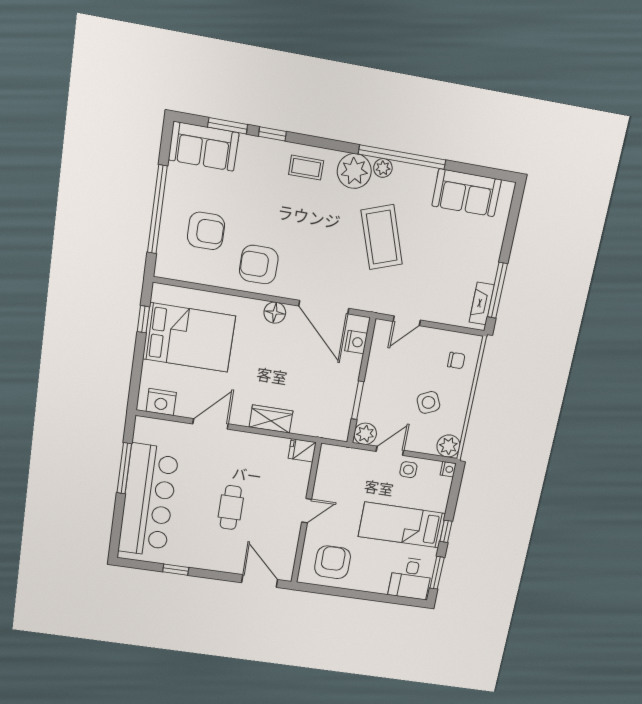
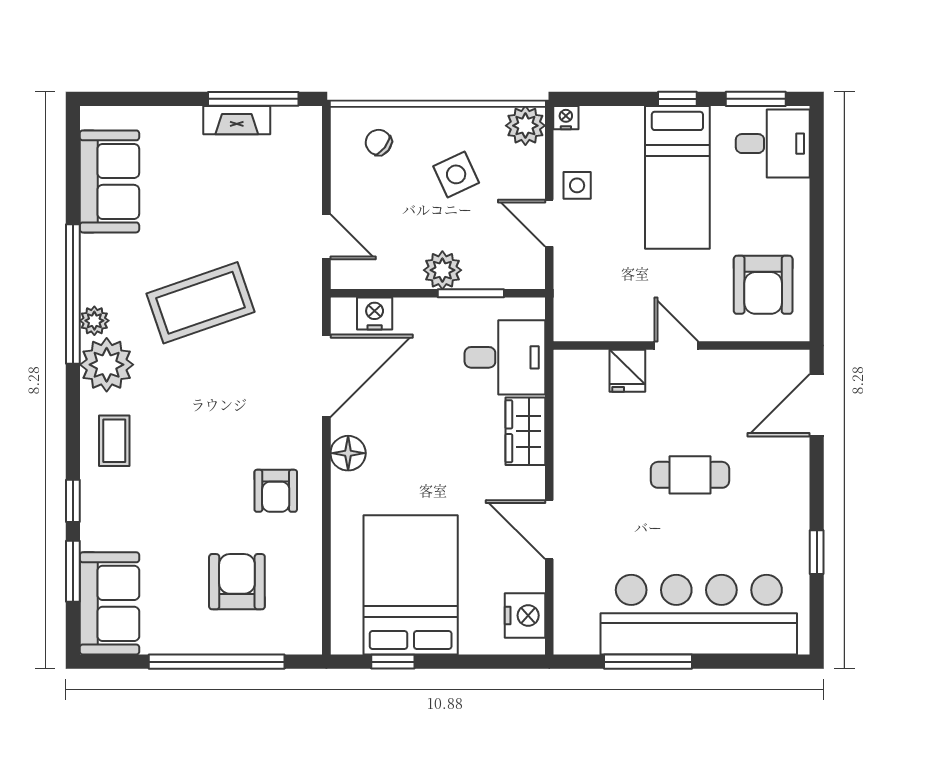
armchair: (259, 265) -> (276, 491), width x0.72, depth x0.72
fireplace: (482, 303) -> (237, 120), moved
chair: (456, 361) -> (378, 142), turned -53
desk: (316, 414) -> (505, 357), added
plant: (365, 434) -> (442, 270), moved
fridge: (302, 450) -> (627, 371), moved
armchair: (333, 562) -> (763, 285), turned -90

